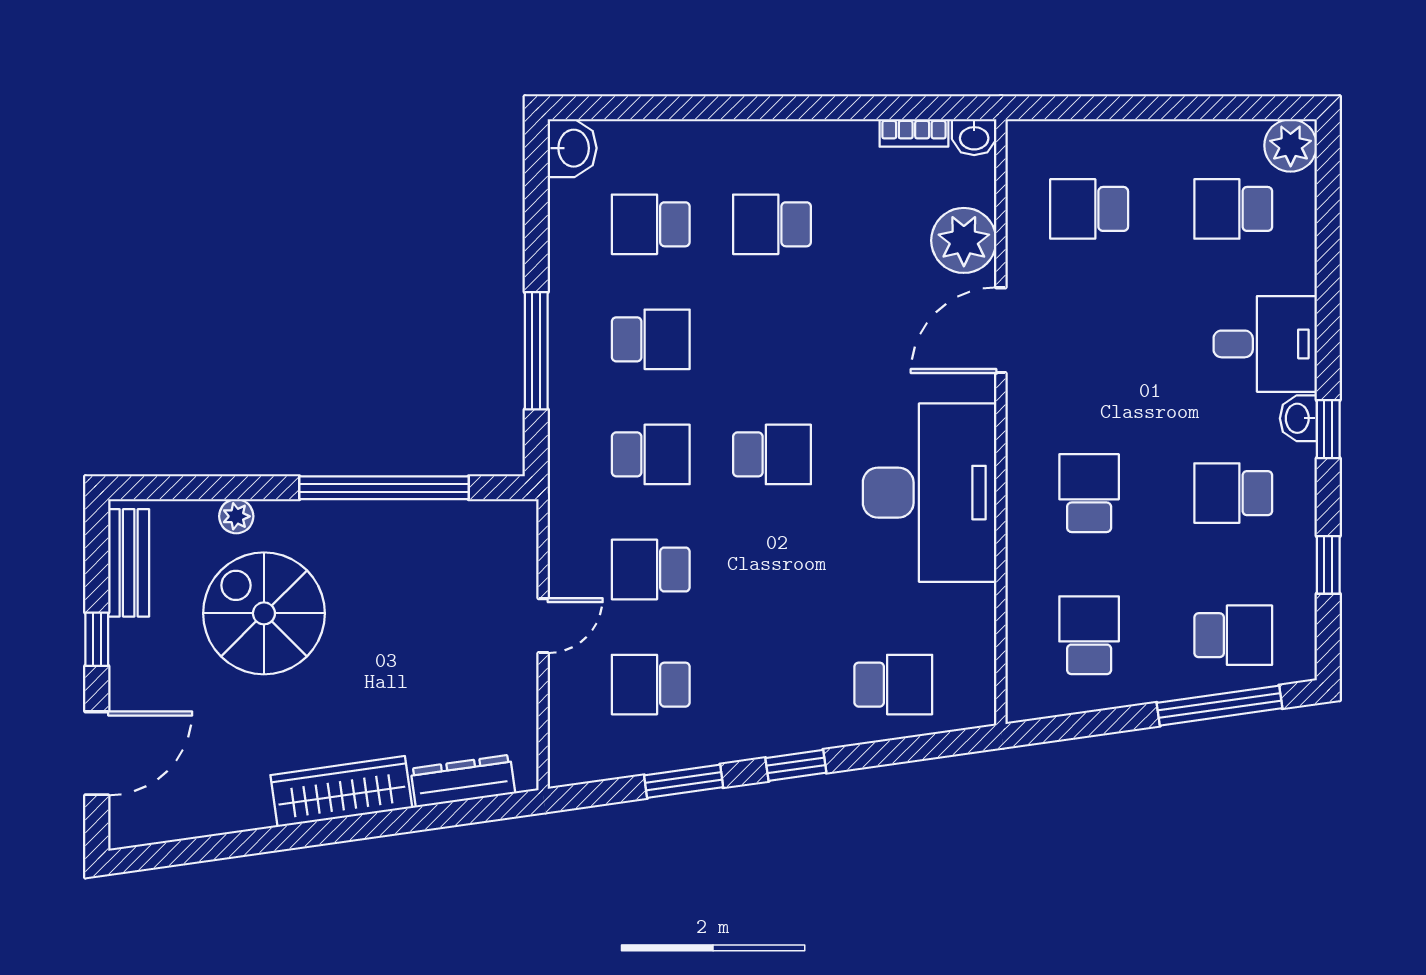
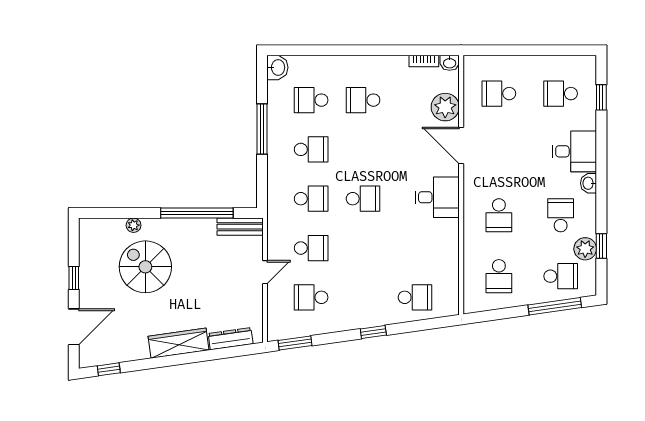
plant: (1291, 145) -> (585, 249), moved
door: (1001, 330) -> (461, 145), hinge flipped
window: (536, 351) -> (262, 129), moved
window: (1328, 429) -> (601, 97), moved
desk: (930, 493) -> (437, 197), width x0.53, depth x0.77
school desk: (1089, 493) -> (499, 215), turned 180
school desk: (1233, 493) -> (561, 215), turned 90
bench: (129, 563) -> (240, 227), moved, turned 90
school desk: (651, 569) -> (311, 248), turned 180
school desk: (1089, 635) -> (499, 276), turned 180
window: (684, 781) -> (295, 343), moved
window: (179, 853) -> (109, 369), added

